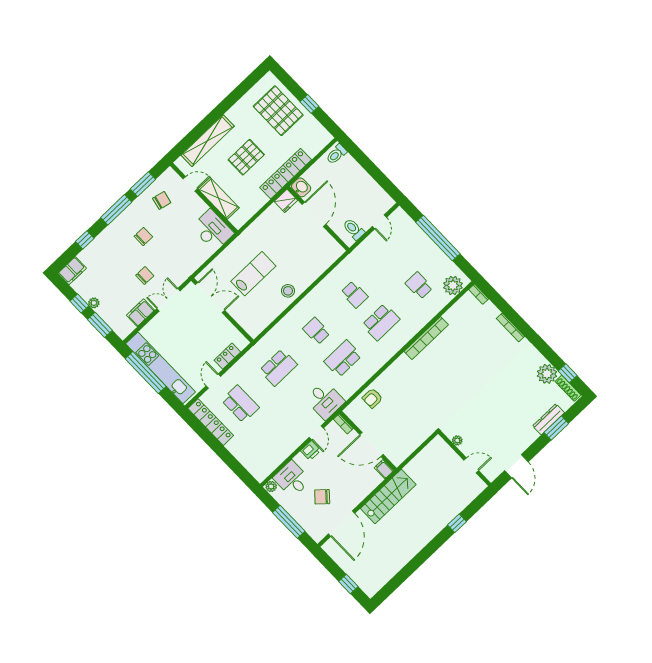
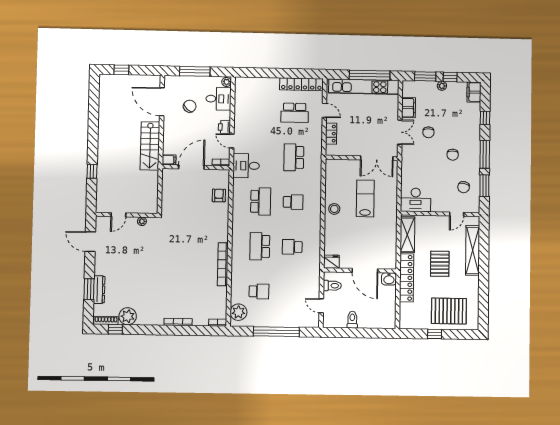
toilet: (336, 154) -> (352, 320), moved
shelving: (219, 198) -> (407, 235), moved, turned 90
fridge: (286, 201) -> (331, 262), moved, turned 90
lab bench: (253, 274) -> (365, 198), turned 180

